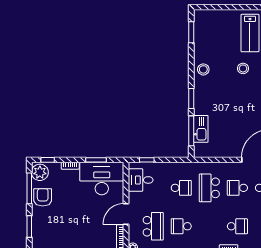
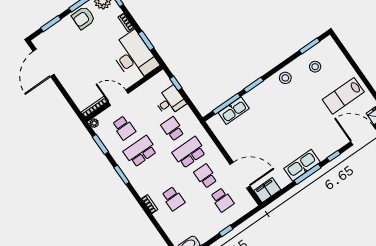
stool: (243, 68) -> (315, 67), moved
desk: (141, 180) -> (170, 101), moved, turned 90
school desk: (181, 188) -> (173, 129), turned 180
armchair: (43, 197) -> (83, 18), turned 180
school desk: (153, 226) -> (124, 128), width x0.54
school desk: (181, 226) -> (140, 151), width x1.85

